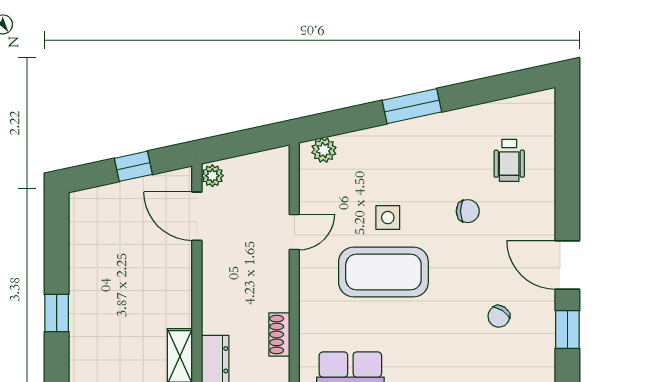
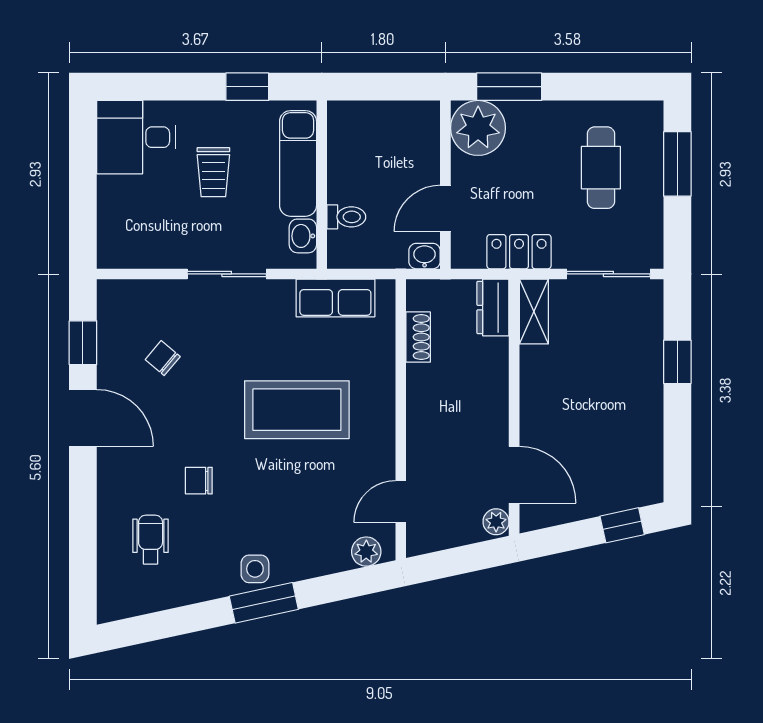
window: (133, 166) -> (622, 525), moved
side table: (388, 218) -> (255, 569), moved
door: (294, 232) -> (401, 501), moved
chair: (499, 316) -> (163, 358), turned -84

